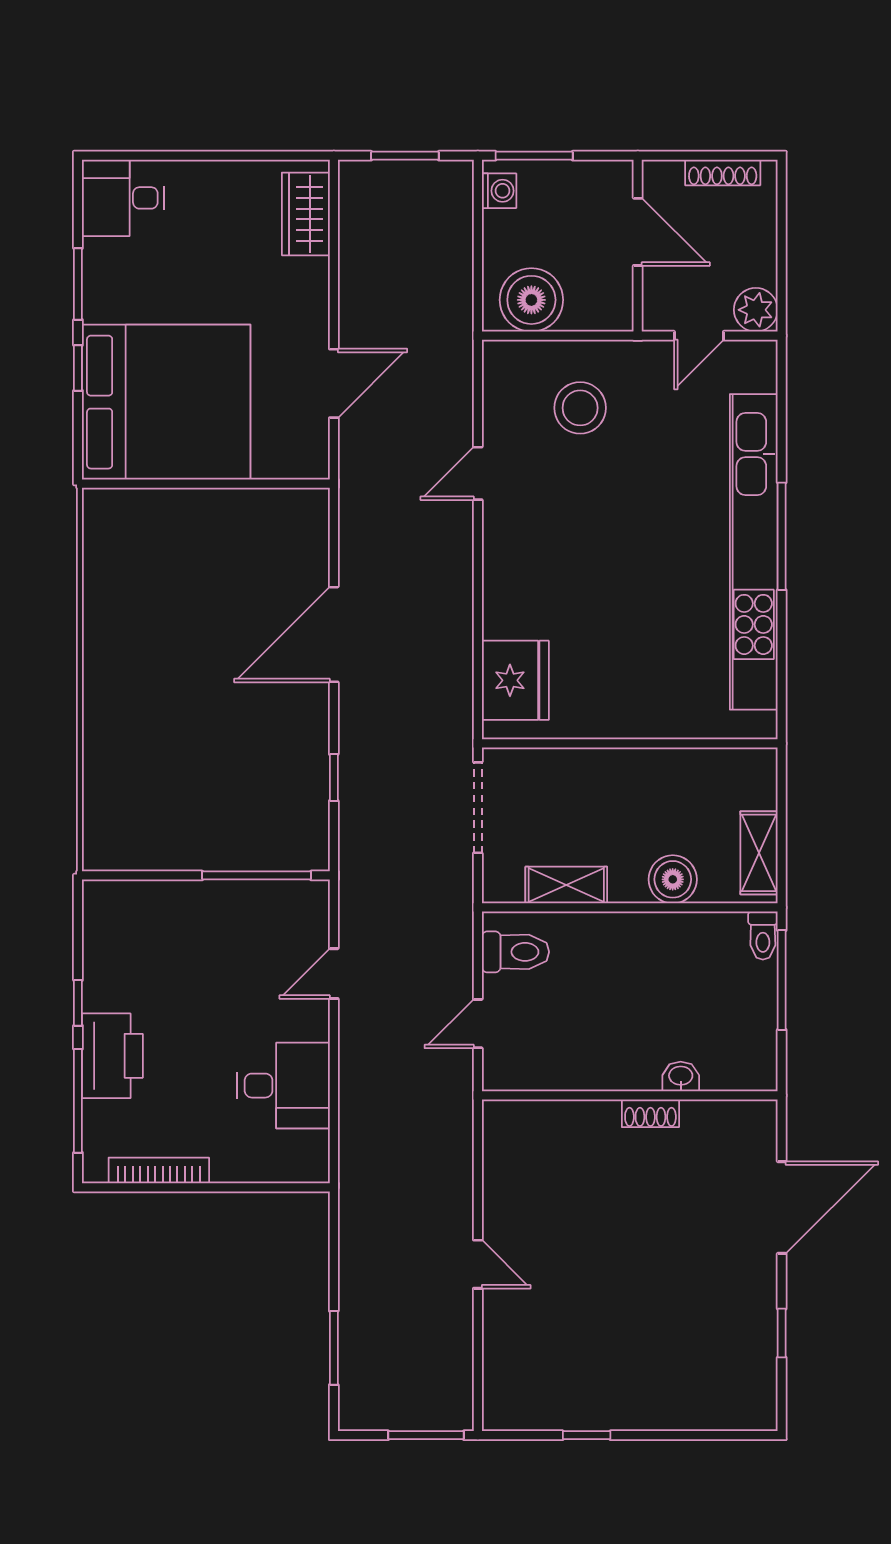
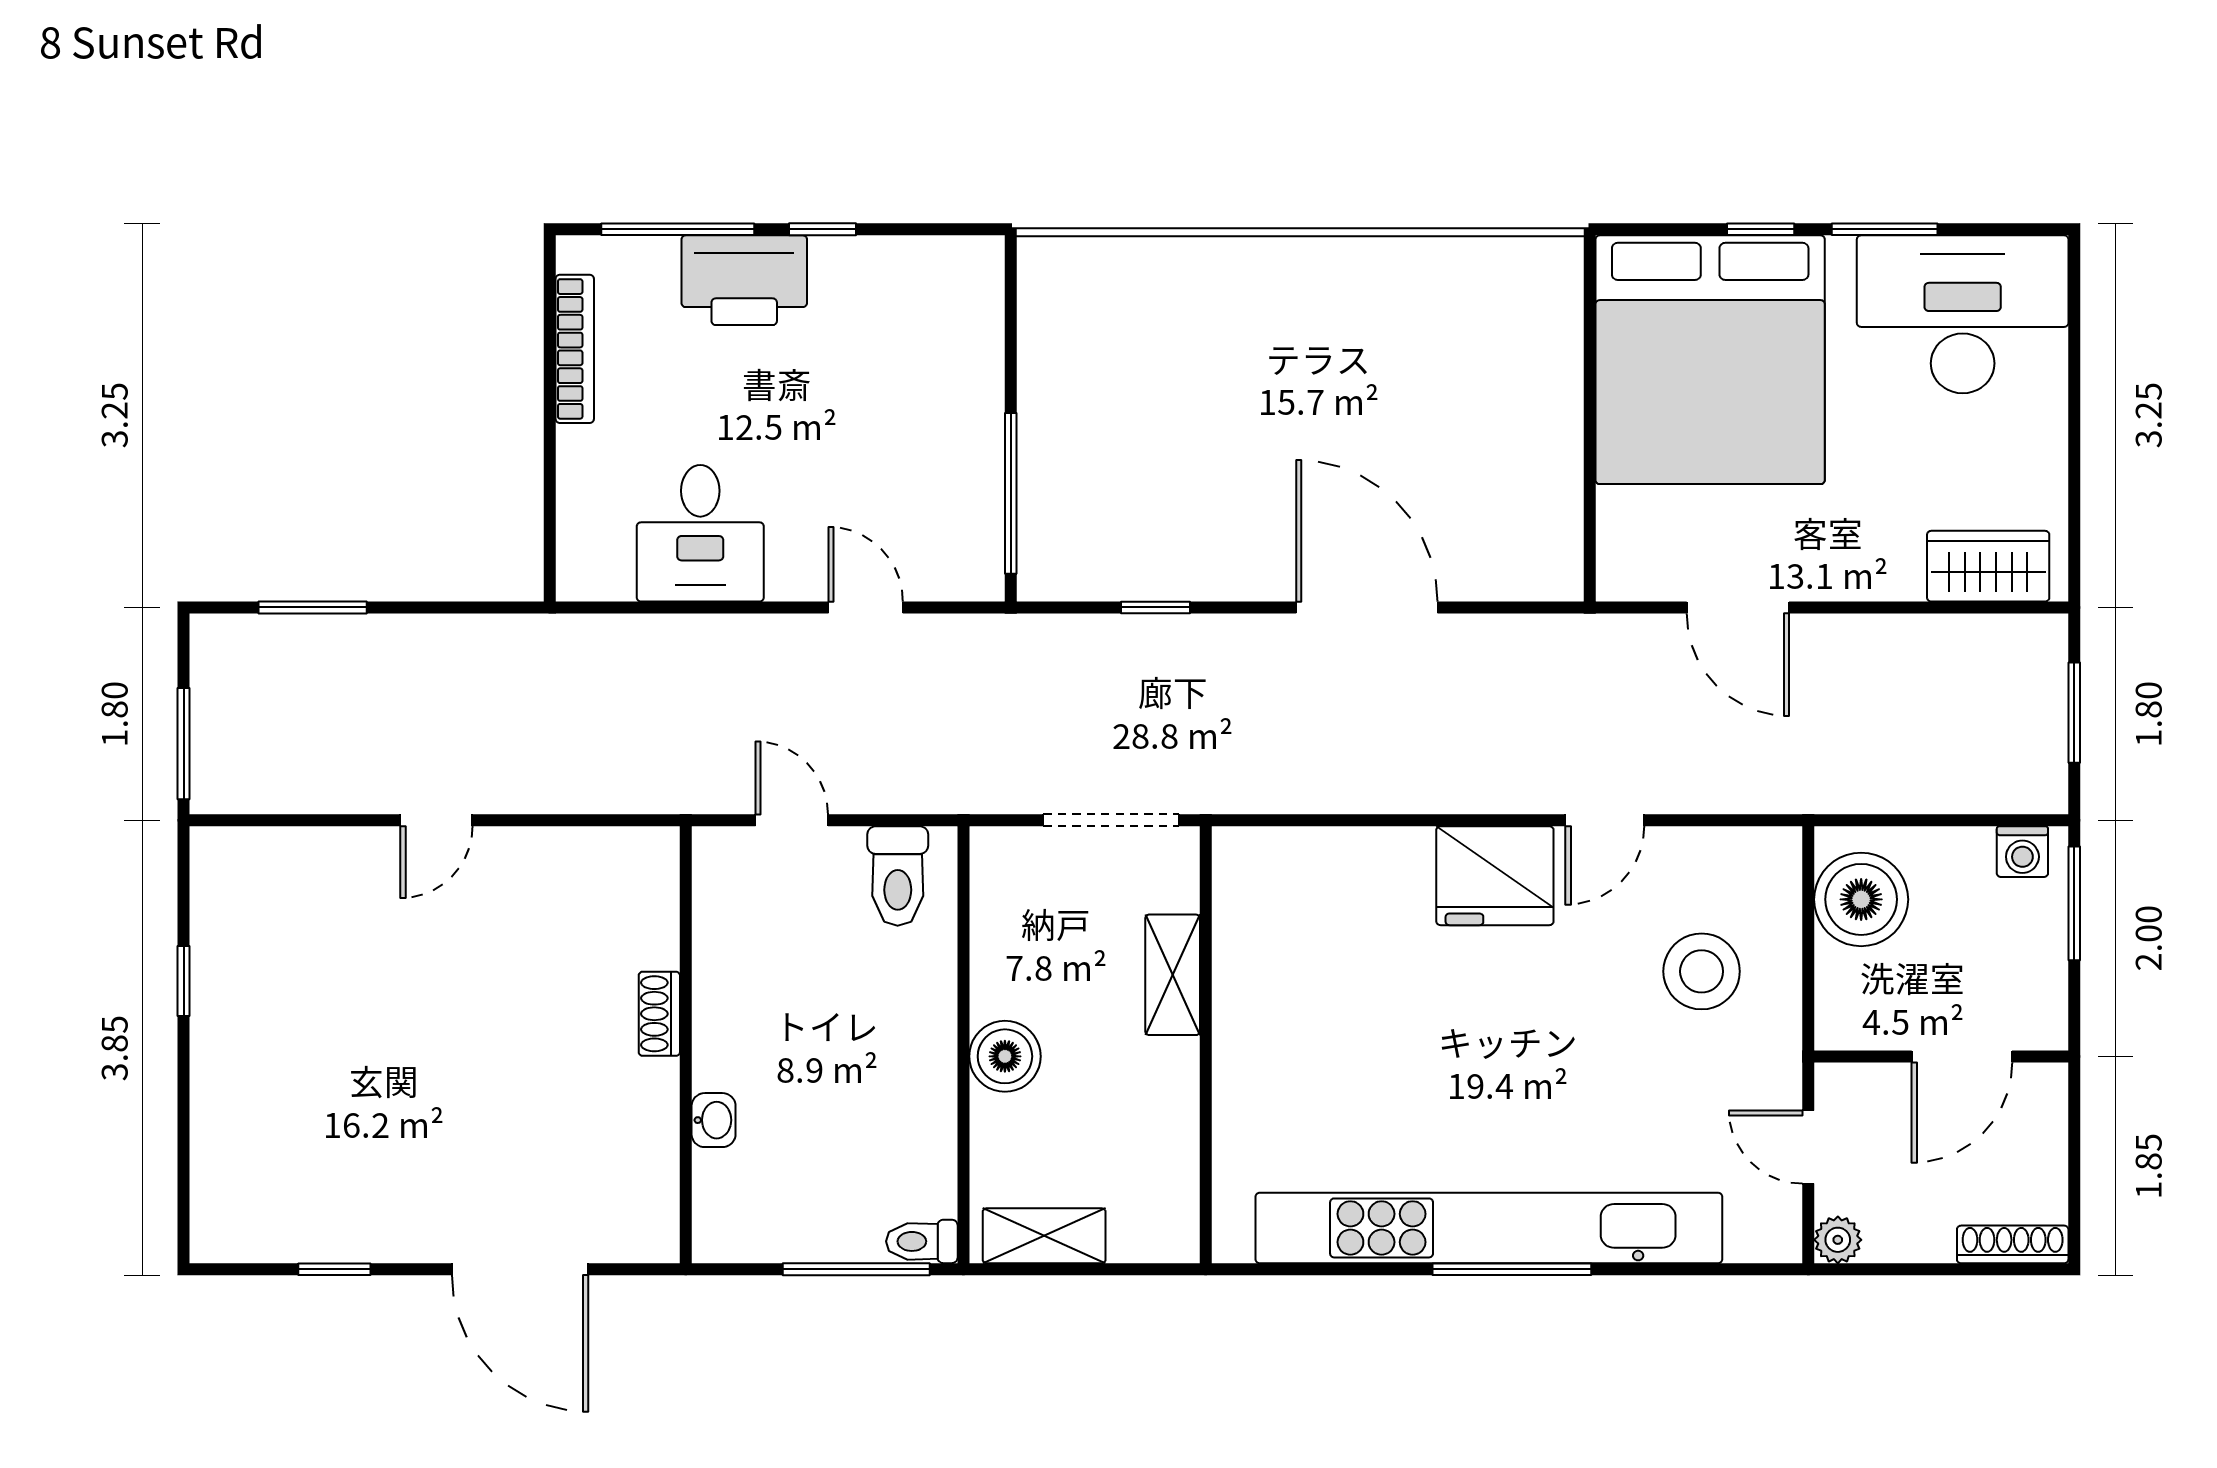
shoe rack: (723, 173) -> (2013, 1244), moved, turned 90
desk: (123, 198) -> (1963, 314), width x1.87, depth x1.30
plant: (756, 310) -> (1838, 1240), width x0.73, depth x0.73
door: (478, 473) -> (1605, 820), swing flipped
fridge: (515, 680) -> (1495, 876), moved
boiler: (673, 879) -> (1005, 1056), moved
shelving: (566, 885) -> (1173, 975), moved
shoe rack: (650, 1113) -> (659, 1014), moved

